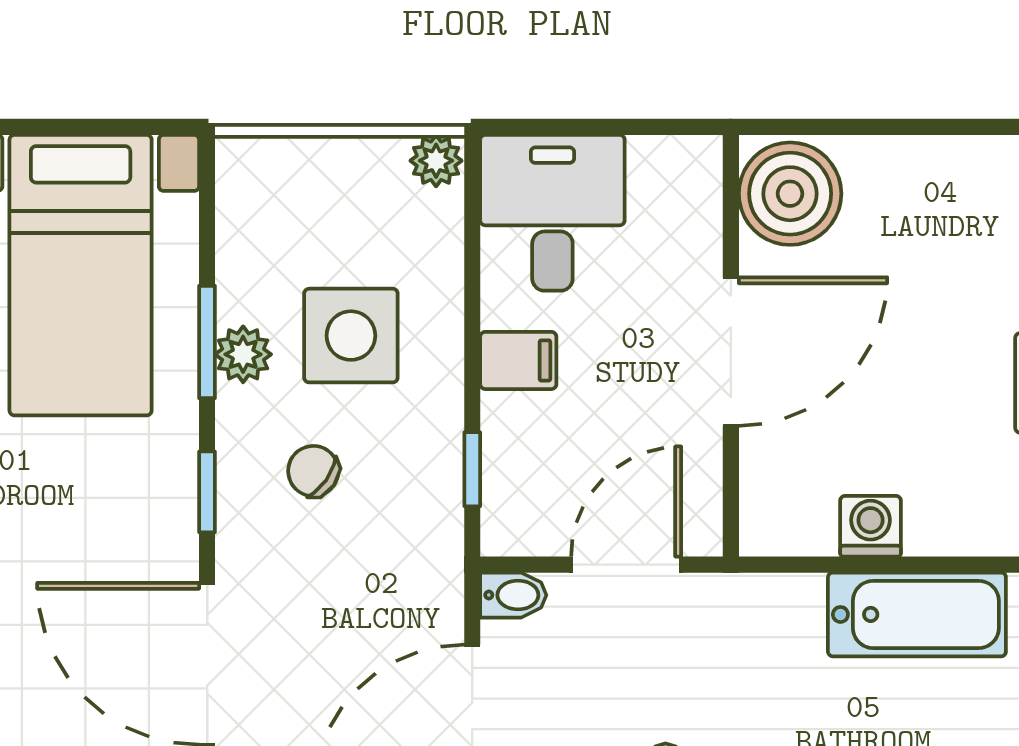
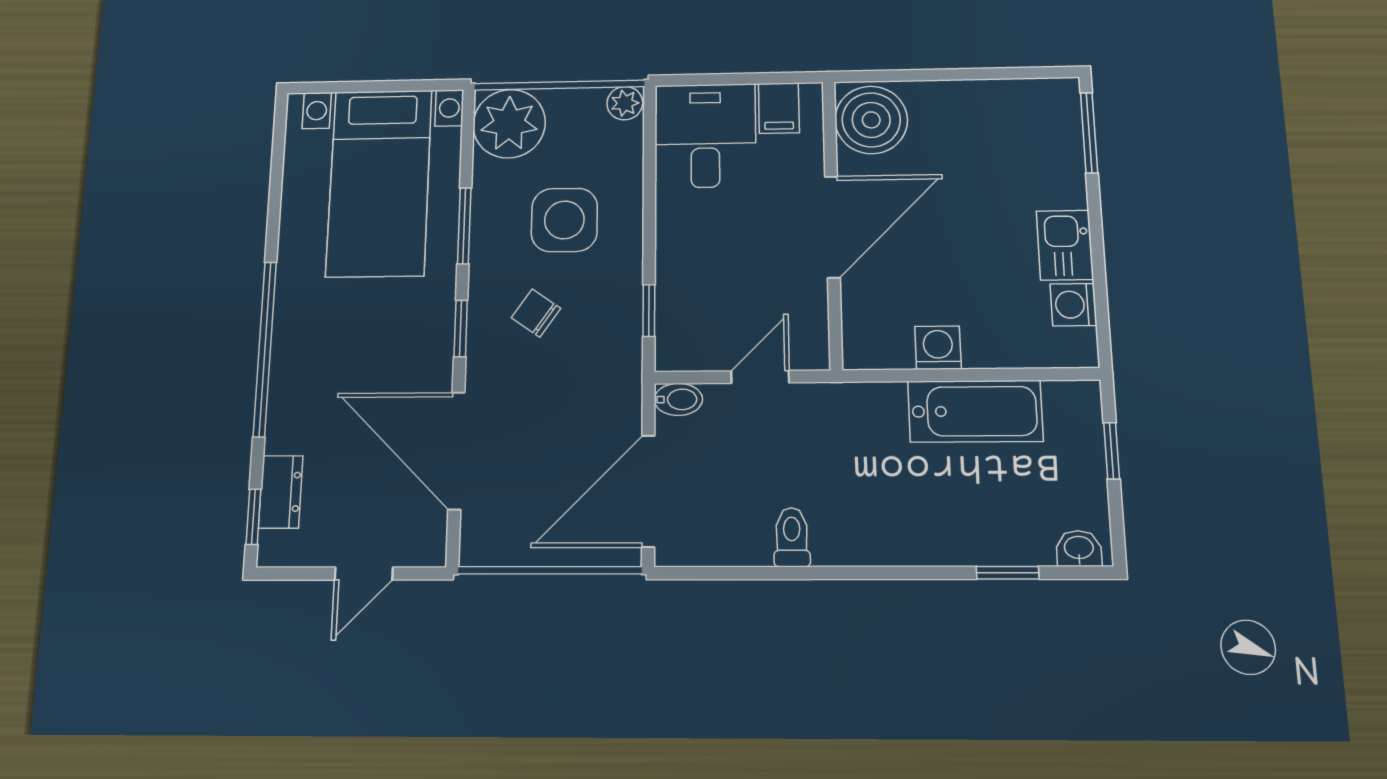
plant: (243, 354) -> (509, 124), moved, width x1.88, depth x1.88
filing cabinet: (518, 360) -> (779, 108), moved, turned 90
door: (626, 565) -> (760, 377), width x0.73

